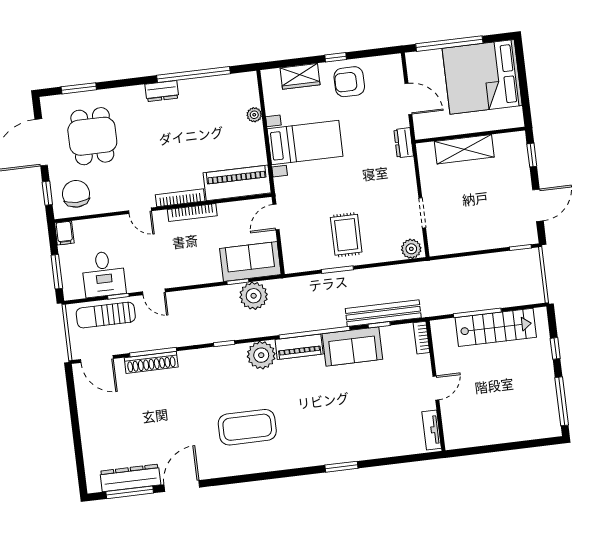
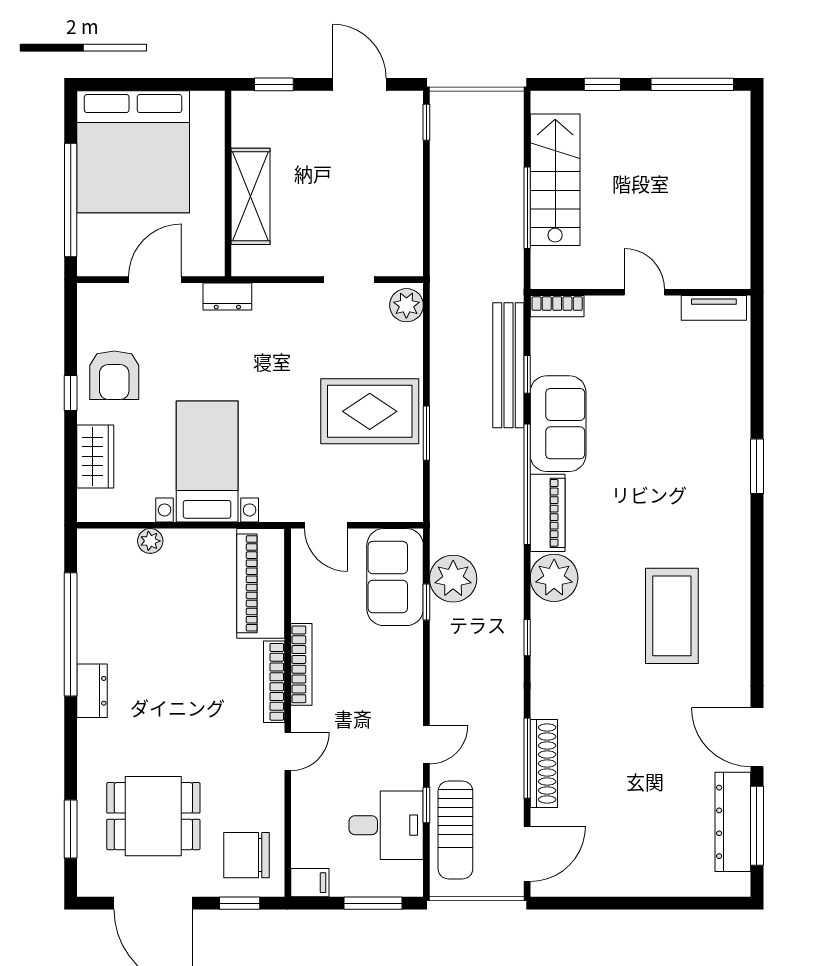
rug: (346, 235) -> (370, 411), width x1.36, depth x1.43

